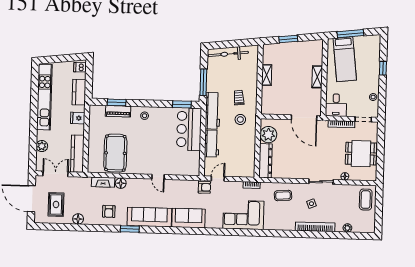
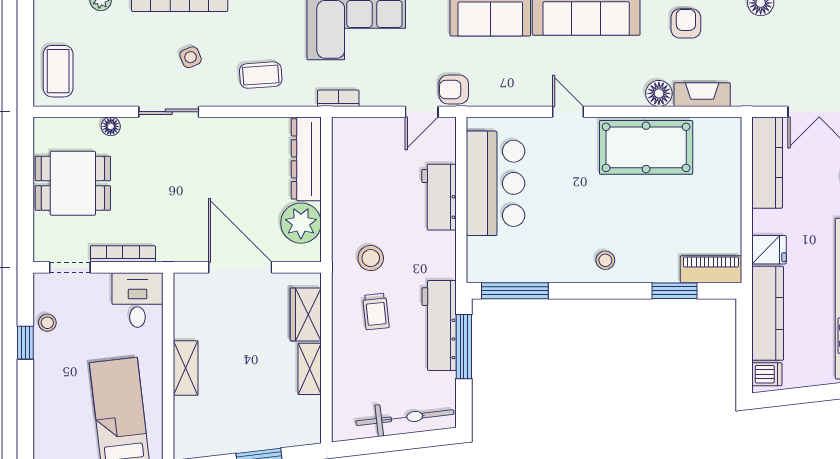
window: (383, 68) -> (25, 343), moved
kitchen counter: (79, 92) -> (768, 313), width x1.50
wardrobe: (268, 97) -> (306, 314), added
window: (182, 104) -> (515, 291), width x1.44
piano: (118, 111) -> (711, 269), moved
workbench: (213, 111) -> (439, 325), moved
door: (304, 118) -> (240, 267), moved
bar counter: (189, 129) -> (496, 183), moved
pool table: (115, 153) -> (646, 147), moved, turned 90
rug: (56, 204) -> (816, 37), removed

